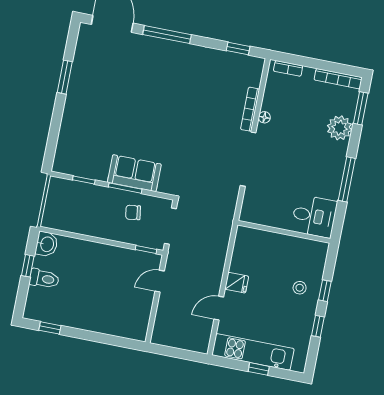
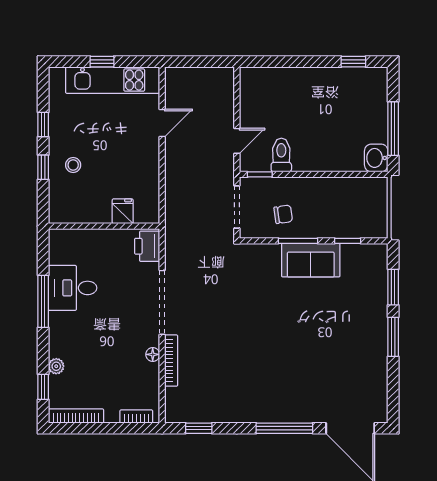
window: (65, 77) -> (393, 337), moved
window: (361, 108) -> (43, 387), width x0.67
plant: (340, 128) -> (56, 366), width x0.53, depth x0.53
window: (54, 134) -> (393, 287), added
sofa: (134, 173) -> (311, 260), moved
printer: (251, 208) -> (147, 246), added
desk: (314, 216) -> (73, 288), moved
window: (28, 266) -> (393, 129), width x2.17
toilet: (44, 279) -> (281, 155), moved, turned 90
fridge: (237, 283) -> (123, 211), moved, turned 90

